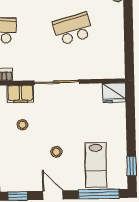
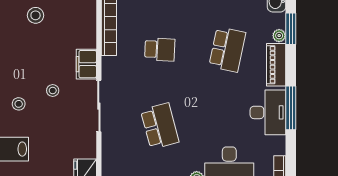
stool: (22, 125) -> (53, 91), moved

